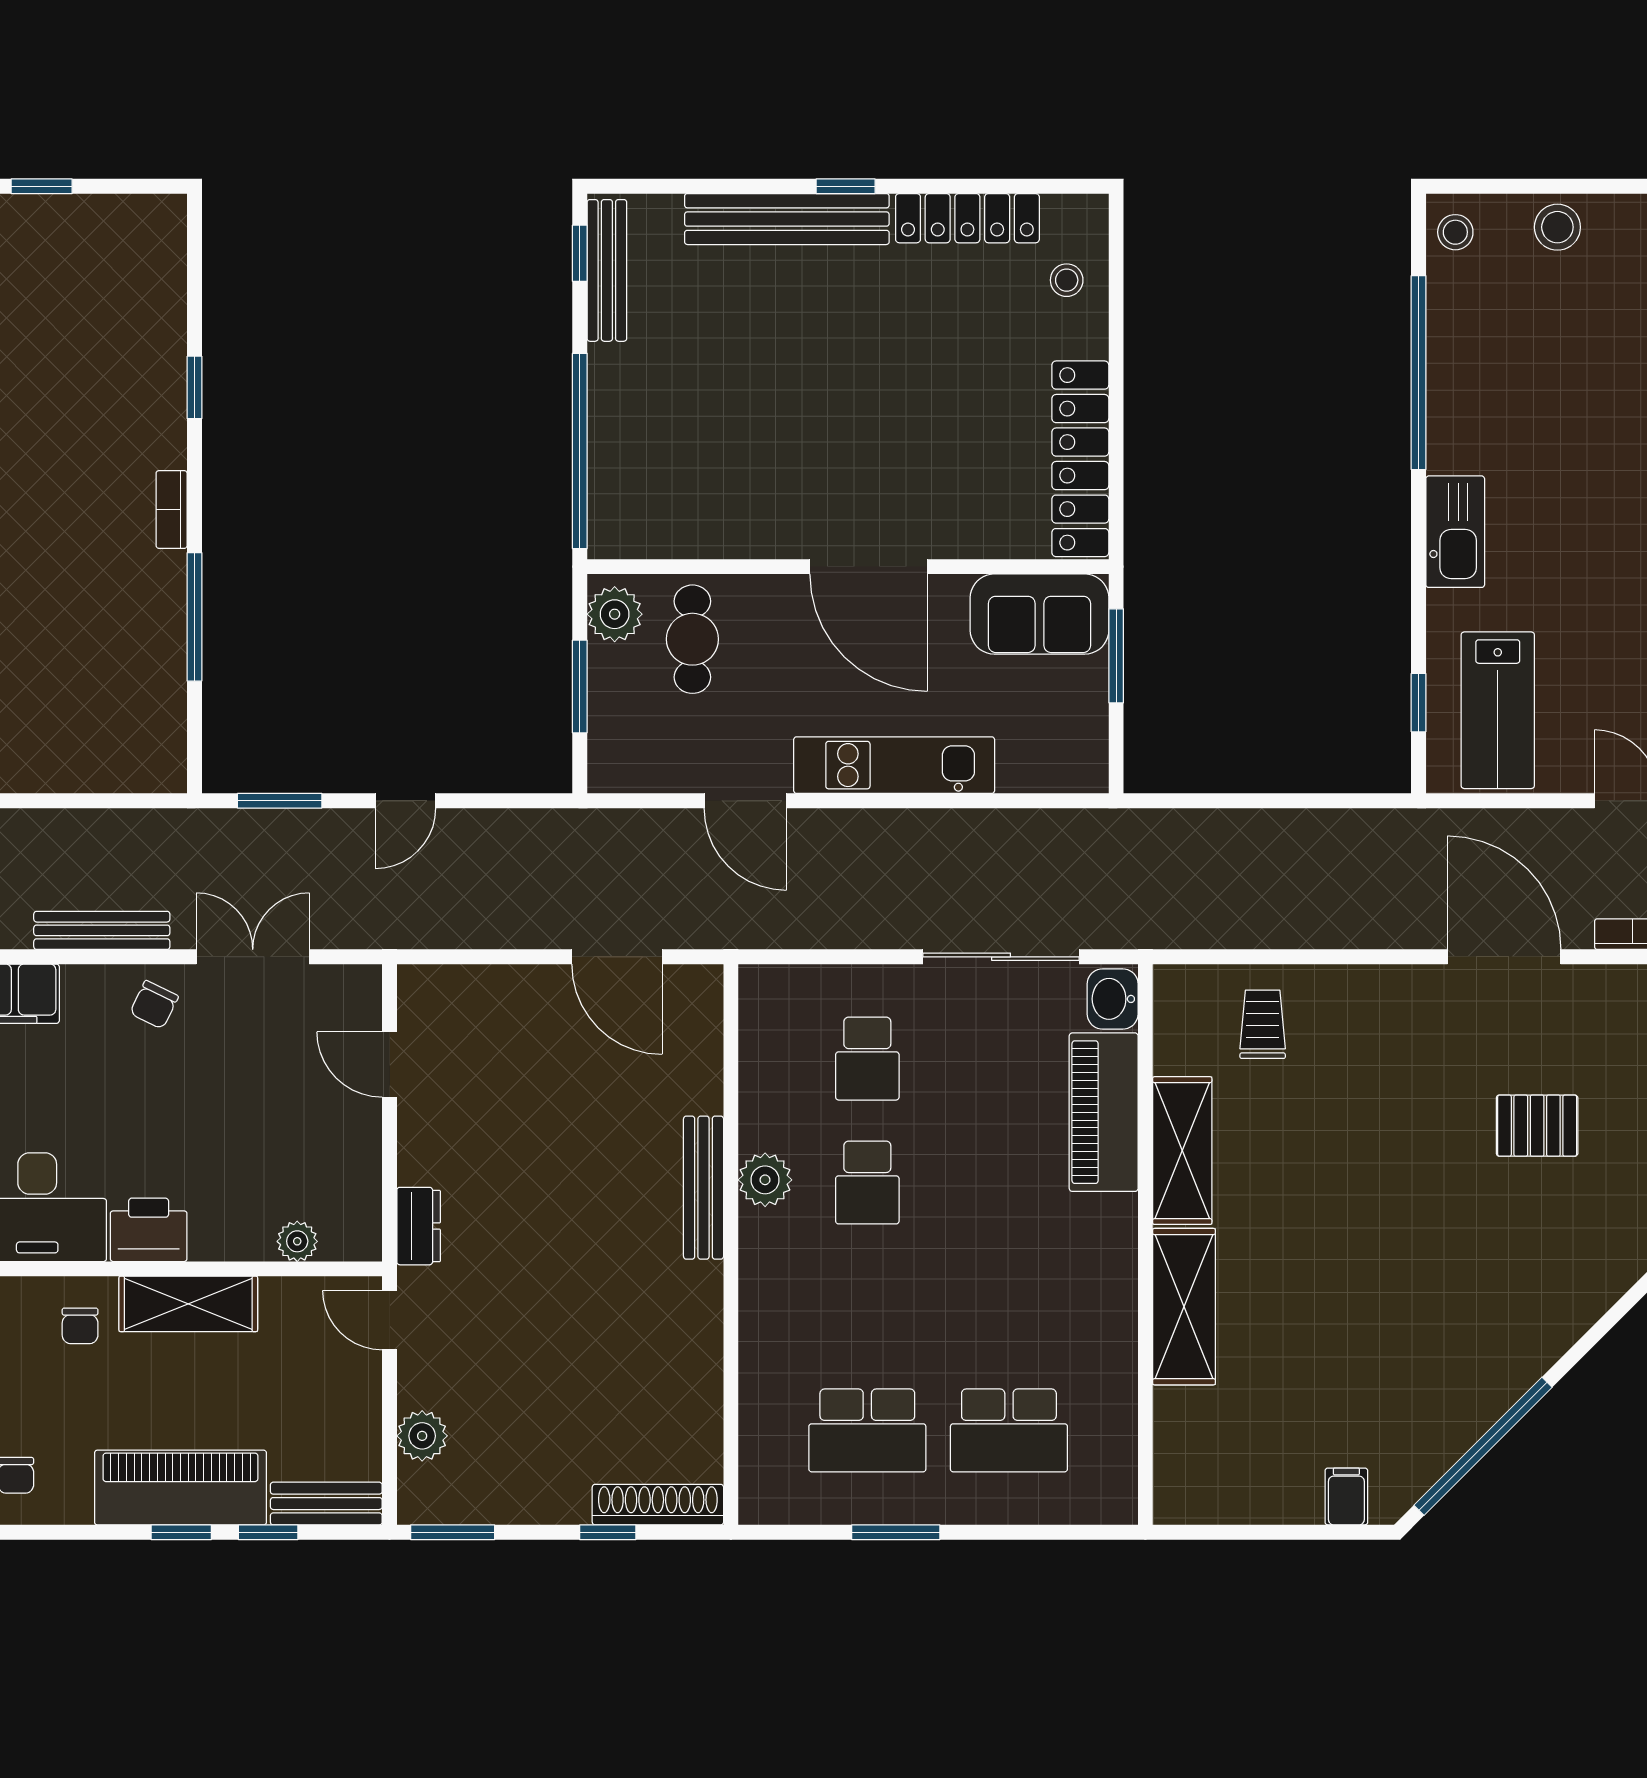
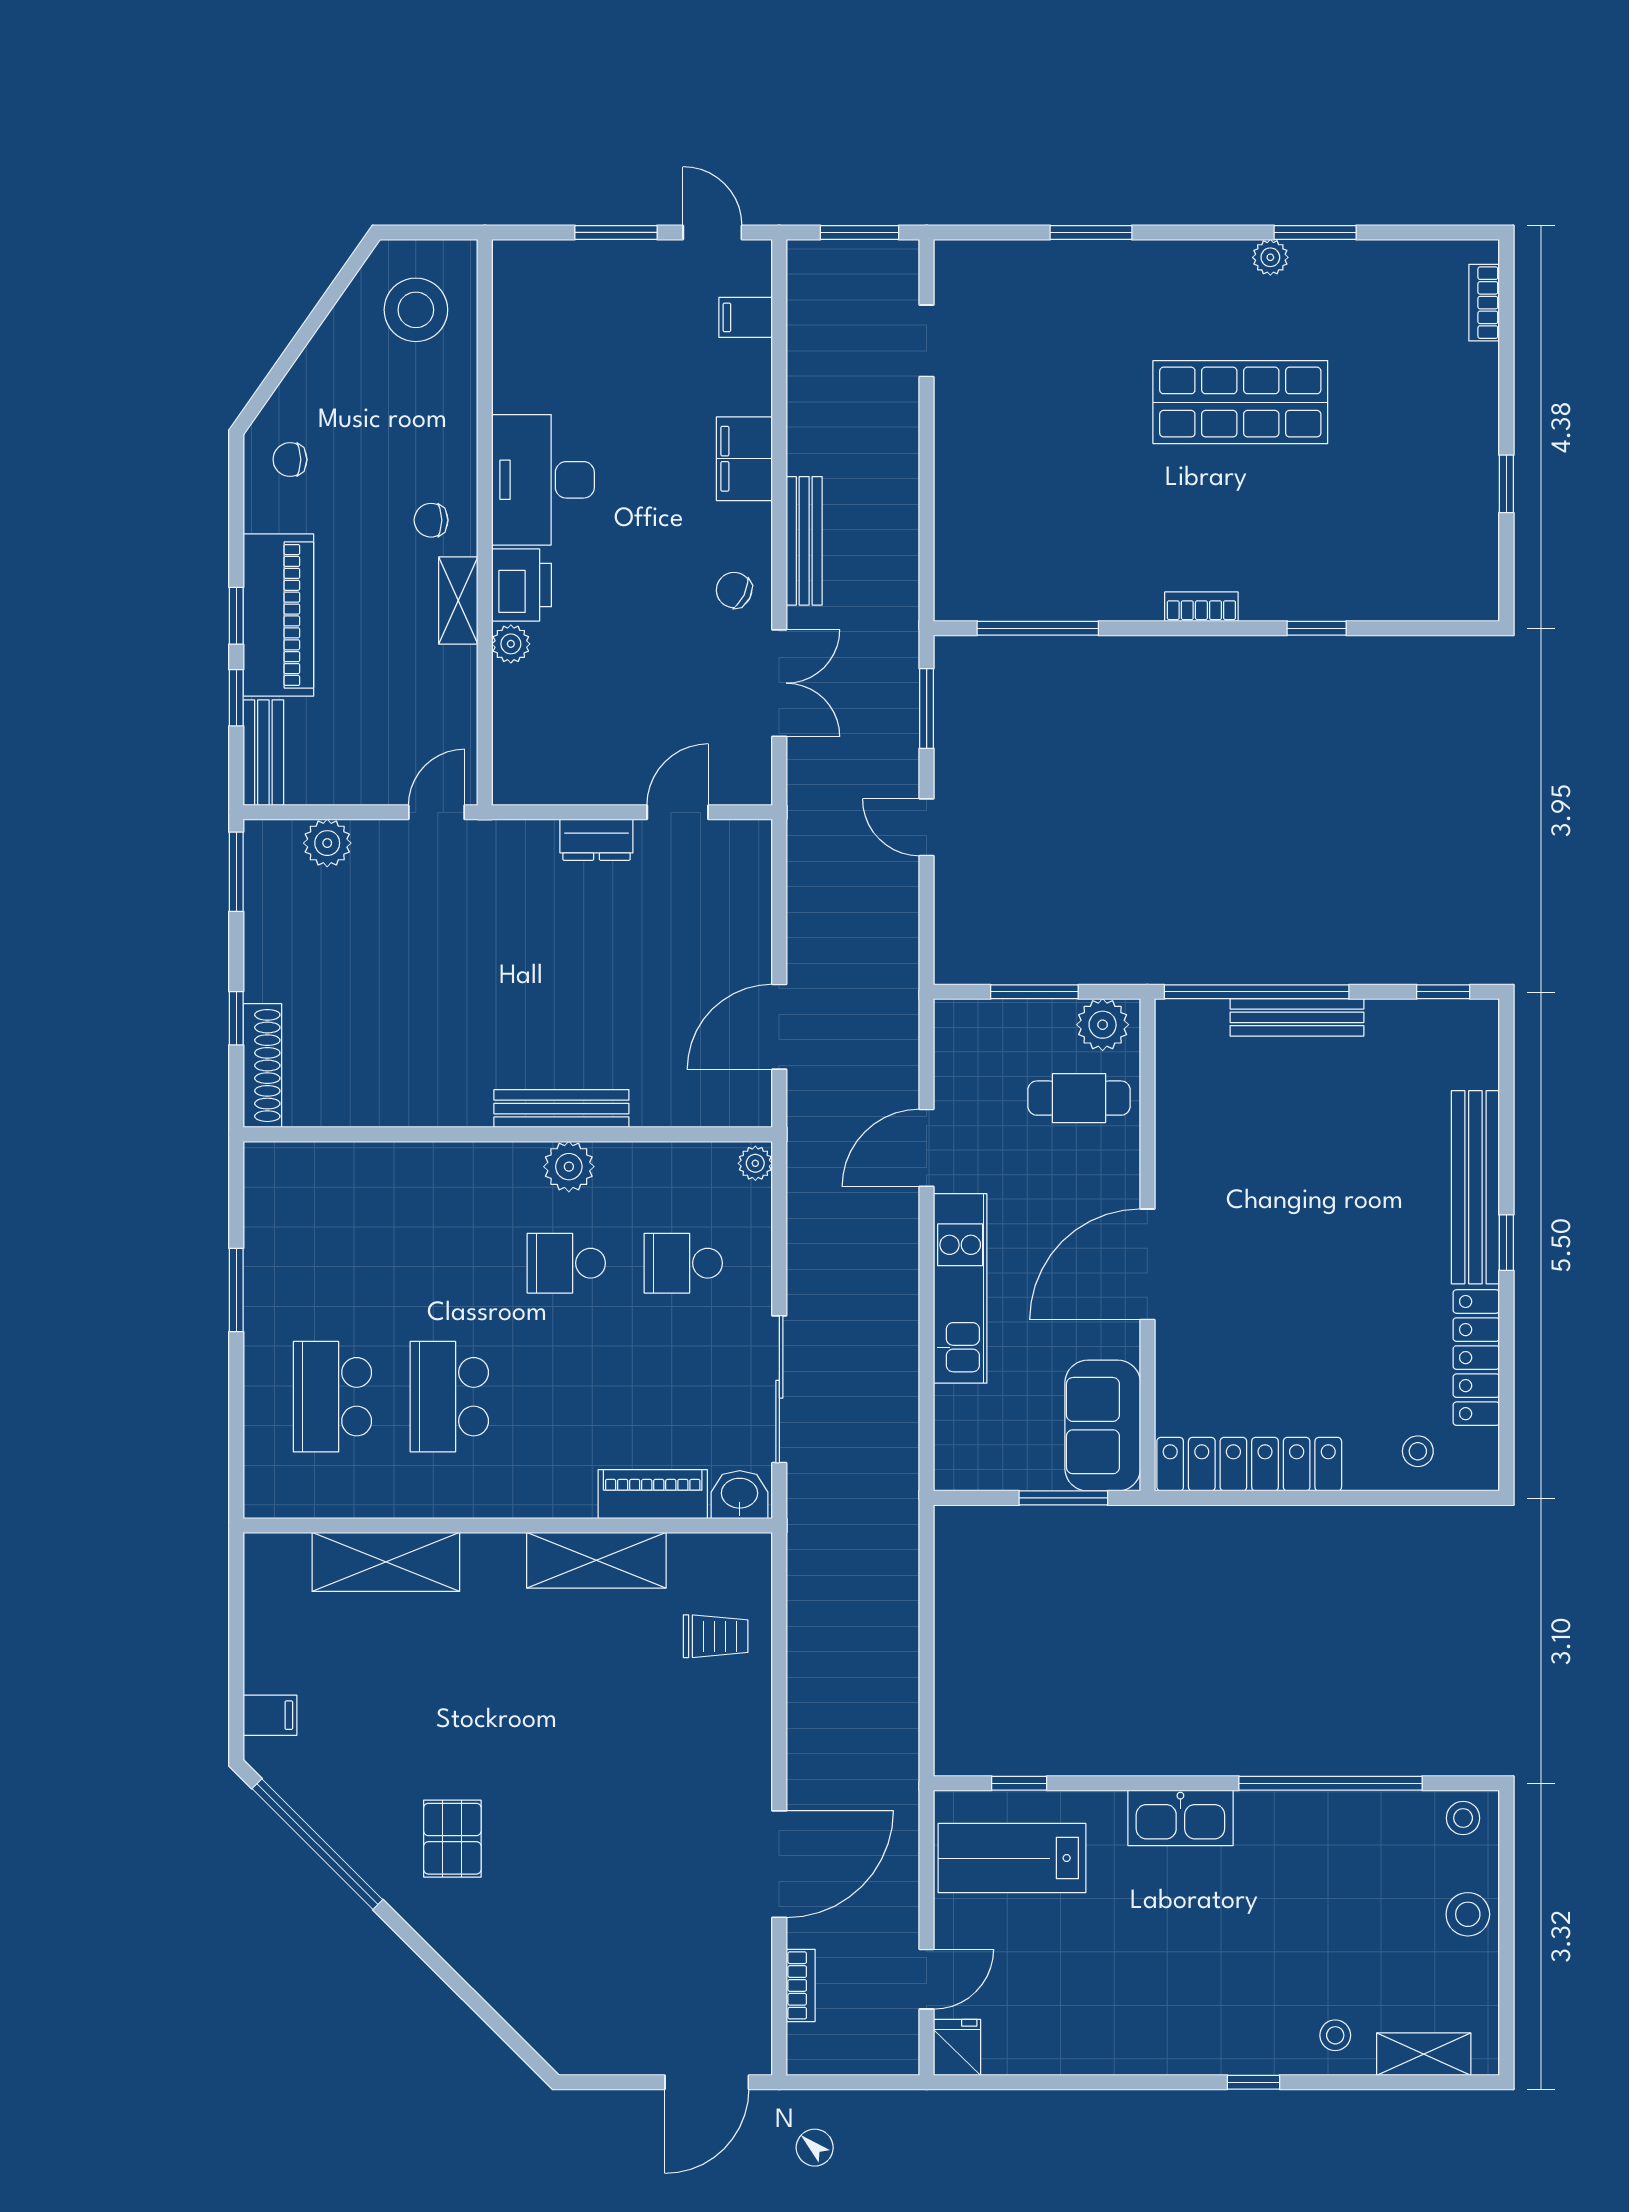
bench: (607, 270) -> (1297, 1017), moved
window: (194, 617) -> (1038, 628), moved
plant: (761, 982) -> (755, 1163), added
piano: (1104, 1112) -> (653, 1494), width x0.73, depth x0.75
pallet: (1537, 1126) -> (452, 1839), moved
dresser: (419, 1226) -> (596, 840), moved
plant: (297, 1241) -> (511, 644), moved
shelving: (188, 1304) -> (458, 601), width x0.67, depth x0.75
shelving: (1184, 1307) -> (386, 1562), moved
school desk: (867, 1430) -> (449, 1397), moved

